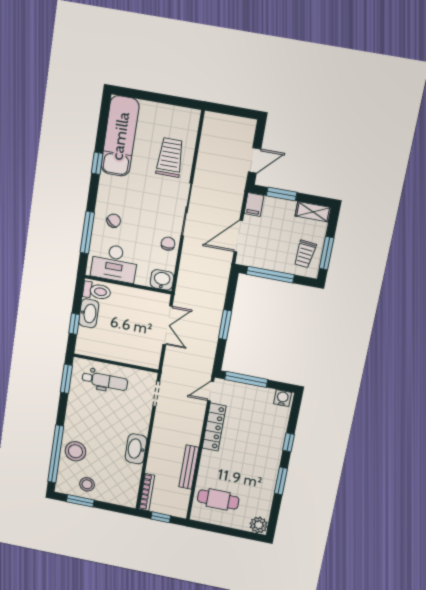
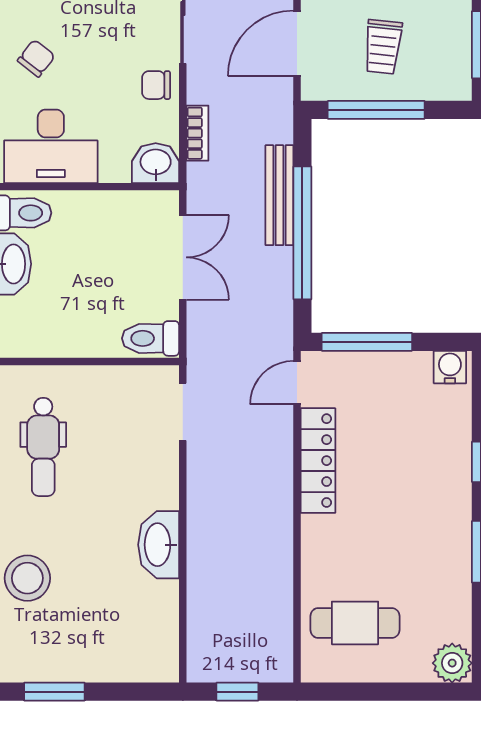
chair: (168, 244) -> (156, 85), turned -90
trolley: (305, 254) -> (383, 47), moved
window: (225, 325) -> (302, 233), width x2.11
toilet: (147, 359) -> (151, 338), added
dental chair: (105, 381) -> (43, 447), moved, turned 90
bench: (189, 467) -> (279, 195), moved
stool: (87, 484) -> (64, 650), removed
bookcase: (147, 492) -> (197, 133), moved, width x0.64

